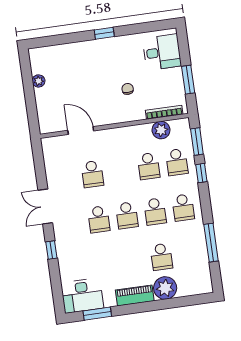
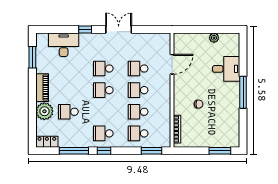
window: (104, 33) -> (243, 92), width x2.17
desk: (162, 52) -> (226, 69), moved, turned -90
window: (188, 80) -> (220, 151), moved
plant: (161, 130) -> (164, 125), removed
window: (201, 173) -> (104, 151), moved
school desk: (155, 211) -> (138, 90), moved
locker: (204, 279) -> (47, 142), added
desk: (82, 296) -> (64, 45), moved, turned 90

